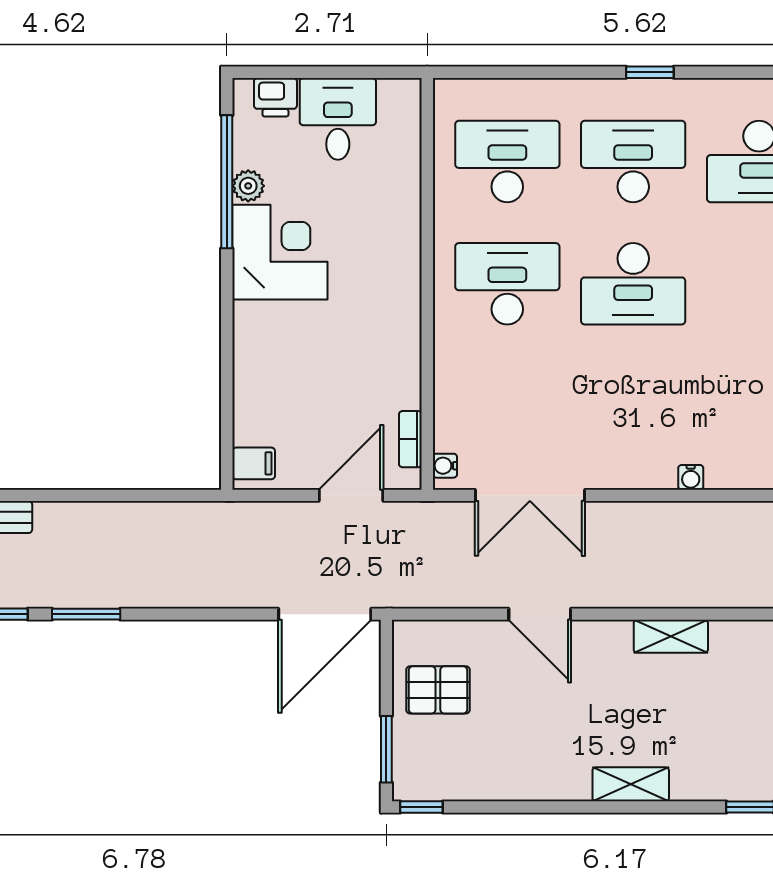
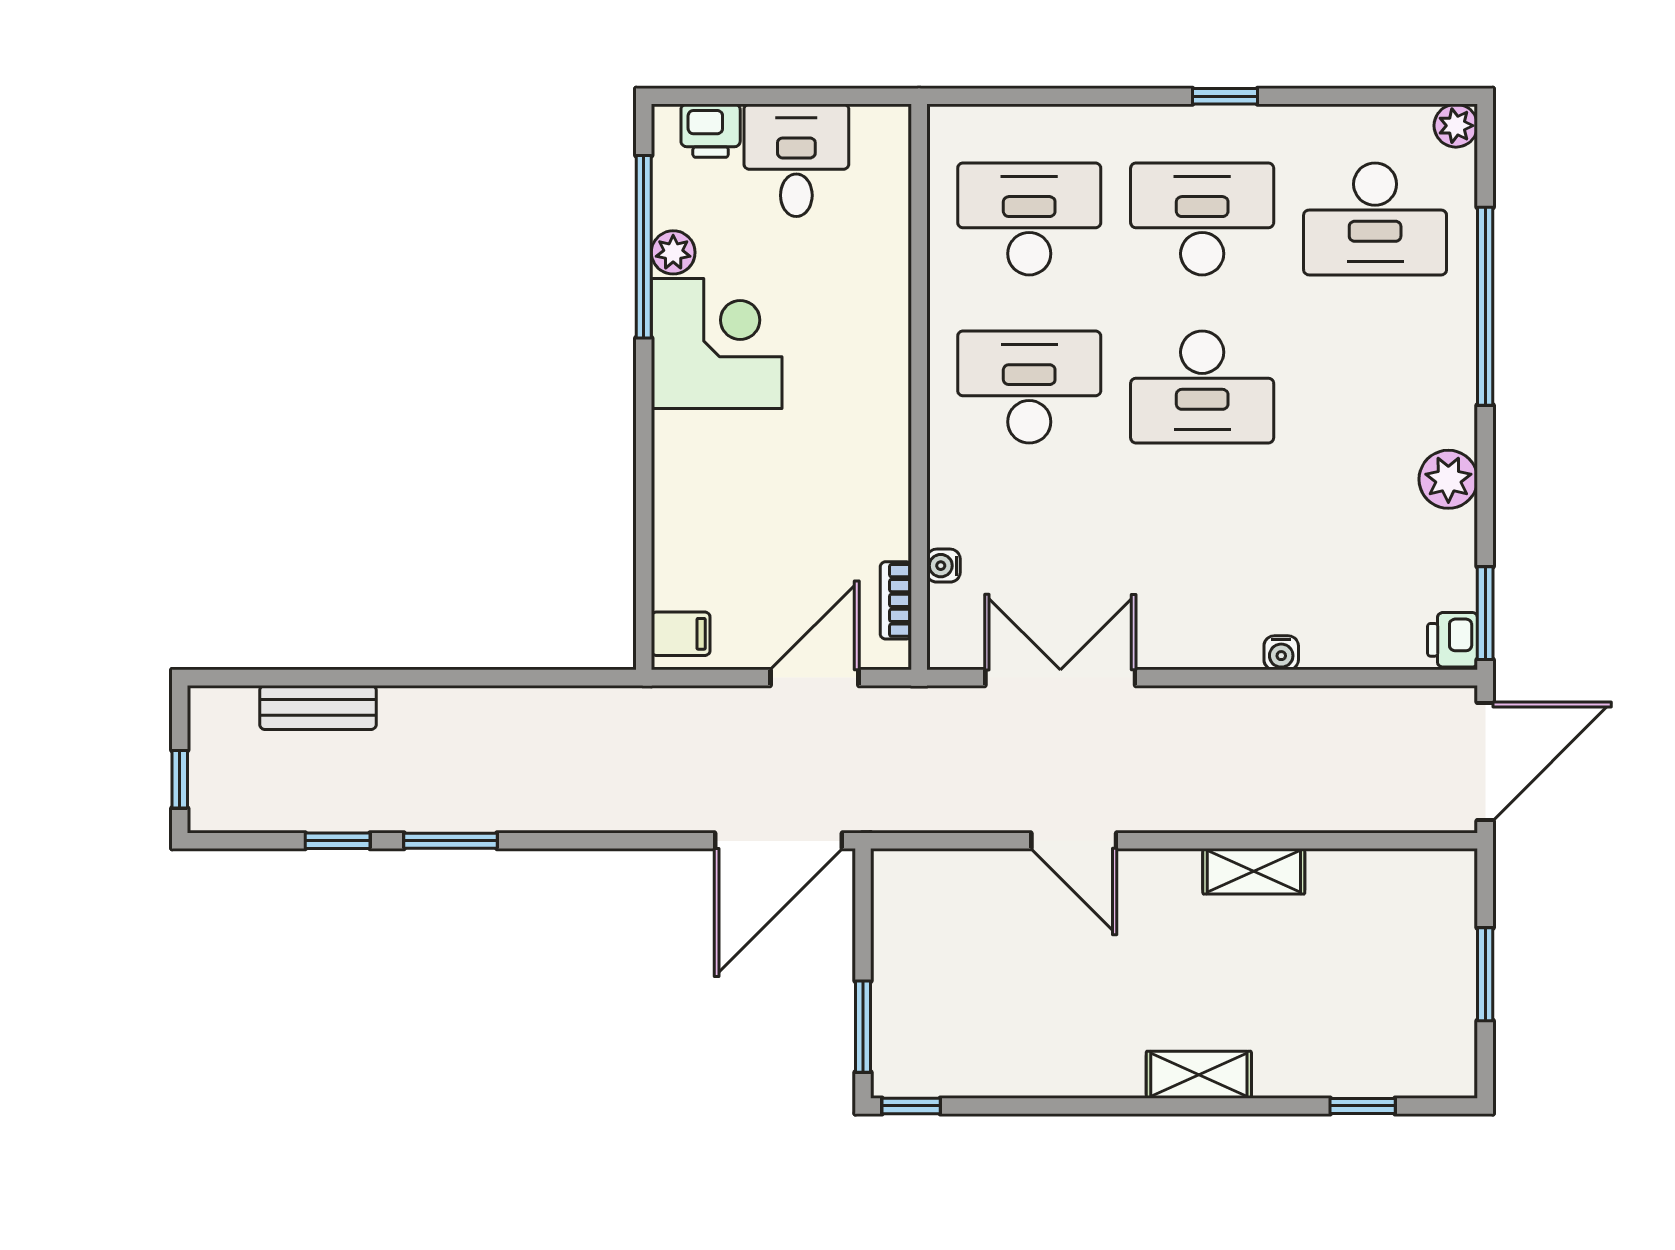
water cooler: (445, 466) -> (943, 566), moved
double door: (530, 495) -> (1060, 678), swing flipped
pallet: (438, 690) -> (934, 945), removed

